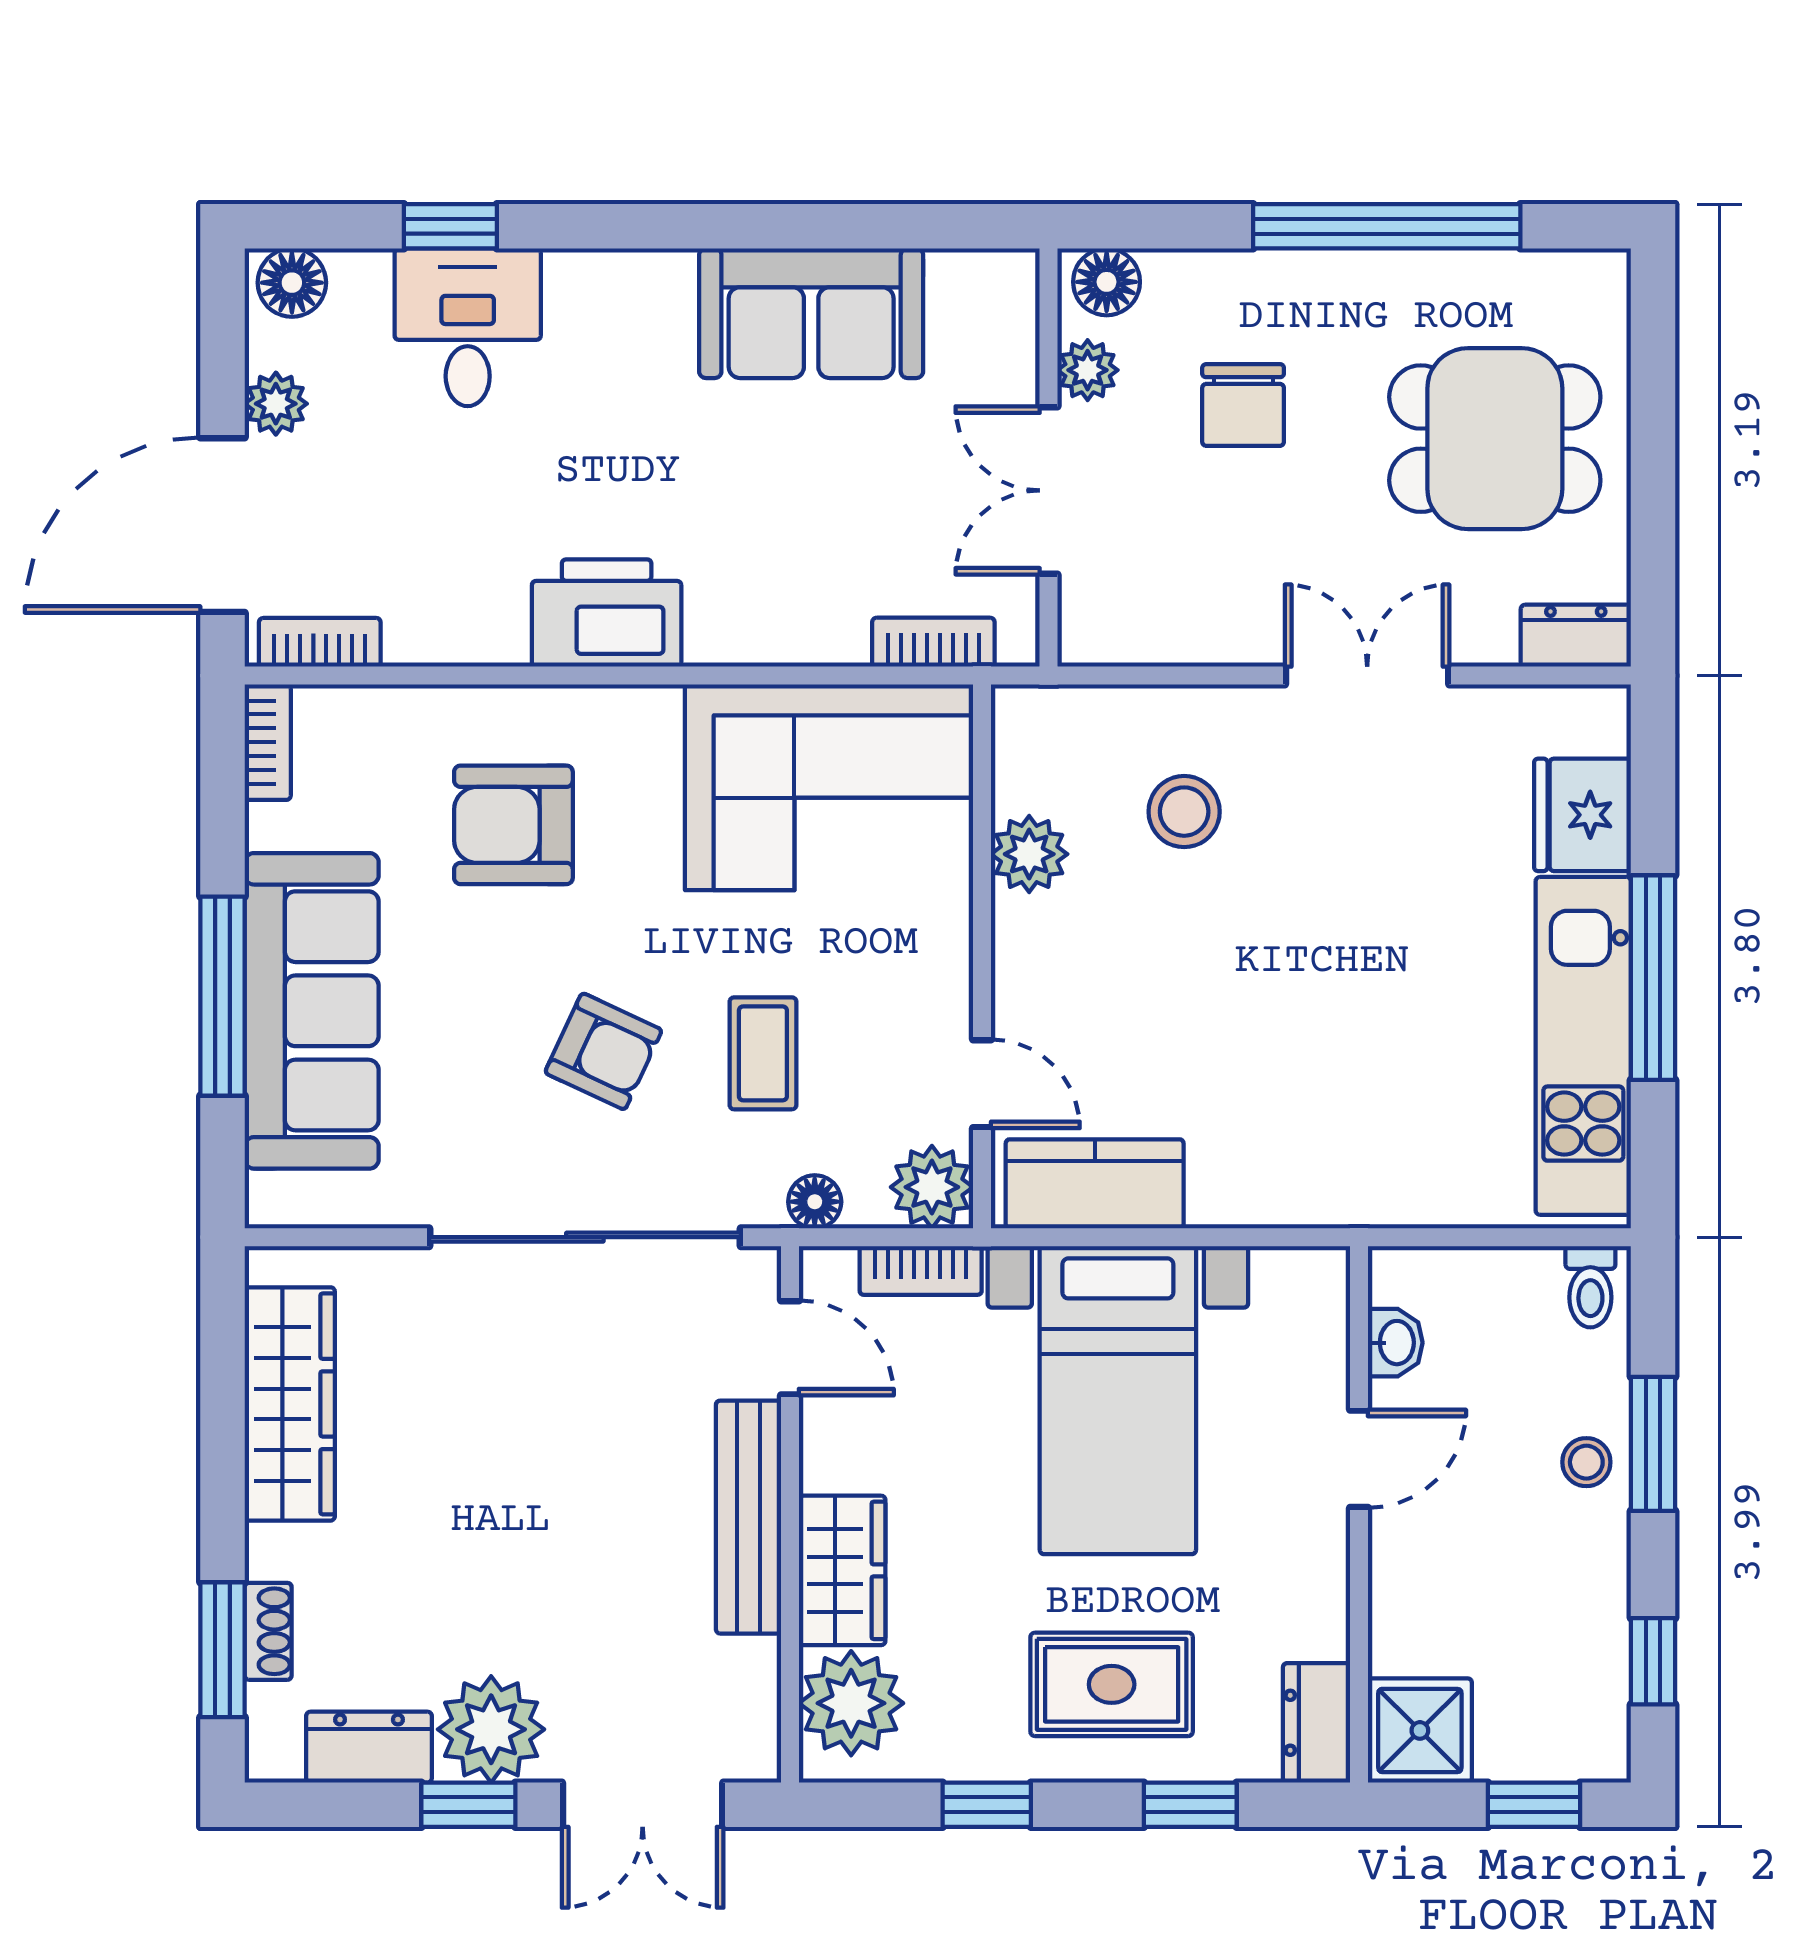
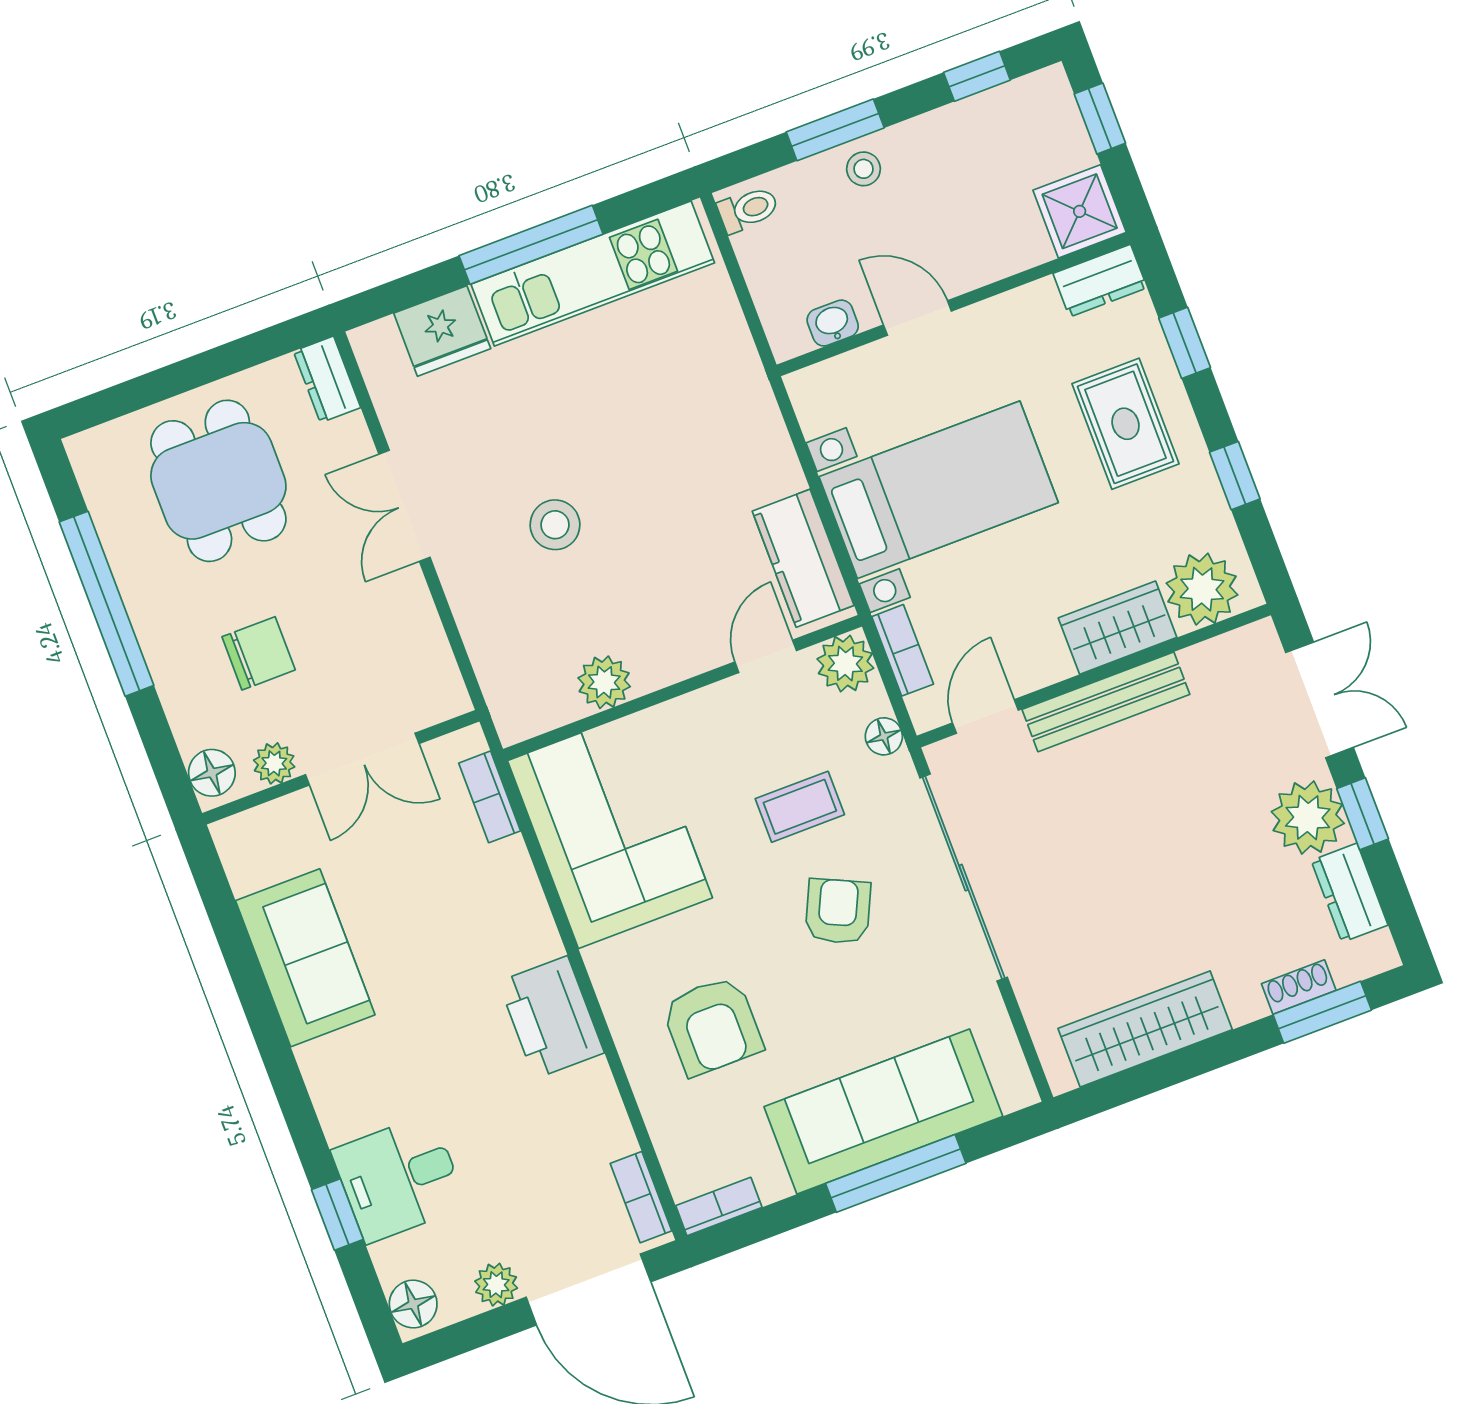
stool: (1184, 812) -> (555, 525), moved

